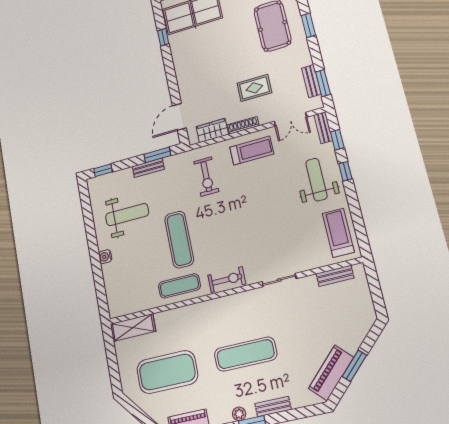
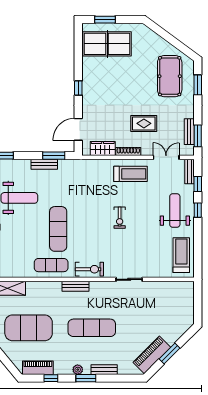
window: (163, 37) -> (78, 88), moved
double door: (290, 119) -> (166, 157), swing flipped
exercise bike: (206, 177) -> (120, 218), moved, width x0.73, depth x0.72
bench: (335, 276) -> (75, 286), moved

